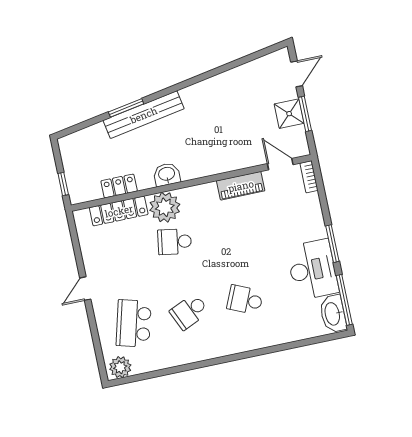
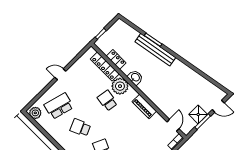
piano: (241, 186) -> (144, 106), moved

